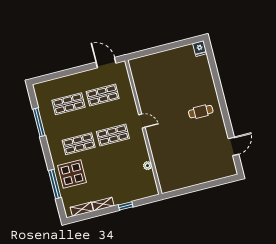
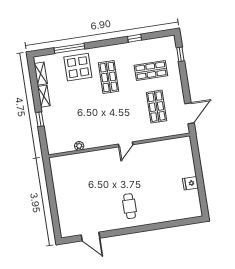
fridge: (200, 49) -> (190, 183), moved
window: (50, 77) -> (180, 54), added
shop shelf: (68, 104) -> (151, 70), turned 90
window: (39, 122) -> (135, 38), width x0.46
shop shelf: (113, 135) -> (114, 113), removed

